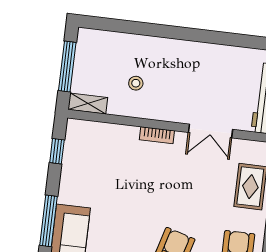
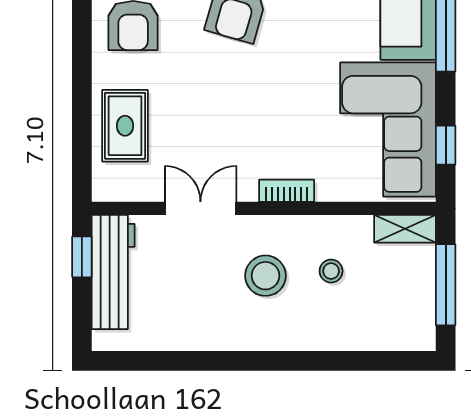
stool: (176, 85) -> (265, 276), added
corner sofa: (91, 165) -> (388, 129), added

